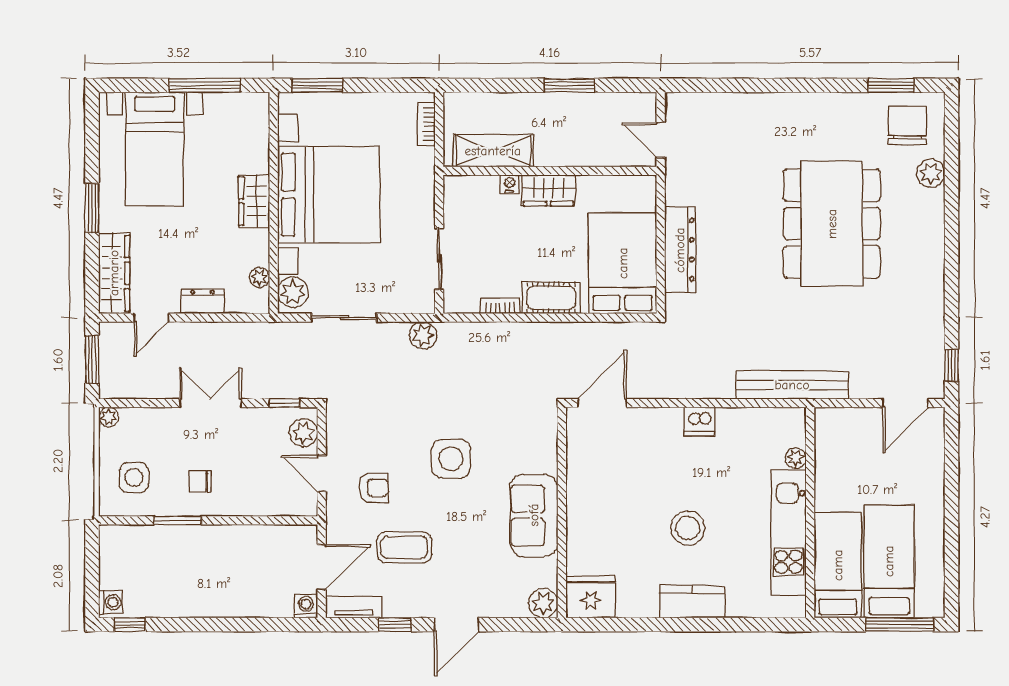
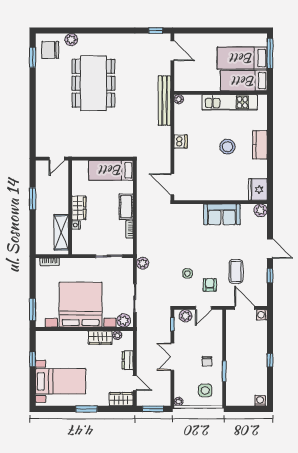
window: (205, 85) -> (33, 359), width x0.46
wardrobe: (254, 201) -> (100, 338), moved
dining table: (832, 224) -> (93, 83), turned 90
dresser: (680, 250) -> (105, 150), removed
bed: (623, 263) -> (111, 170), width x0.67
wardrobe: (114, 273) -> (121, 399), width x0.67
plant: (796, 458) -> (179, 99), moved
side table: (451, 459) -> (187, 273), moved, width x0.54, depth x0.54
tv unit: (354, 607) -> (262, 294), removed
window: (130, 625) -> (270, 360), moved

